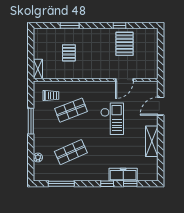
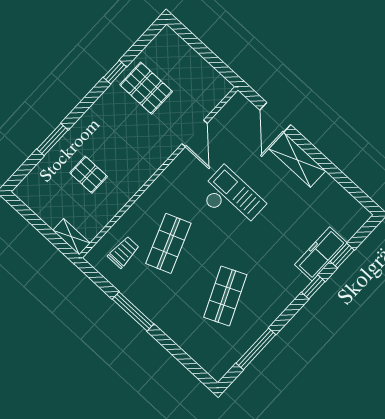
shelving: (152, 141) -> (297, 160), moved
plant: (38, 158) -> (191, 347), removed

